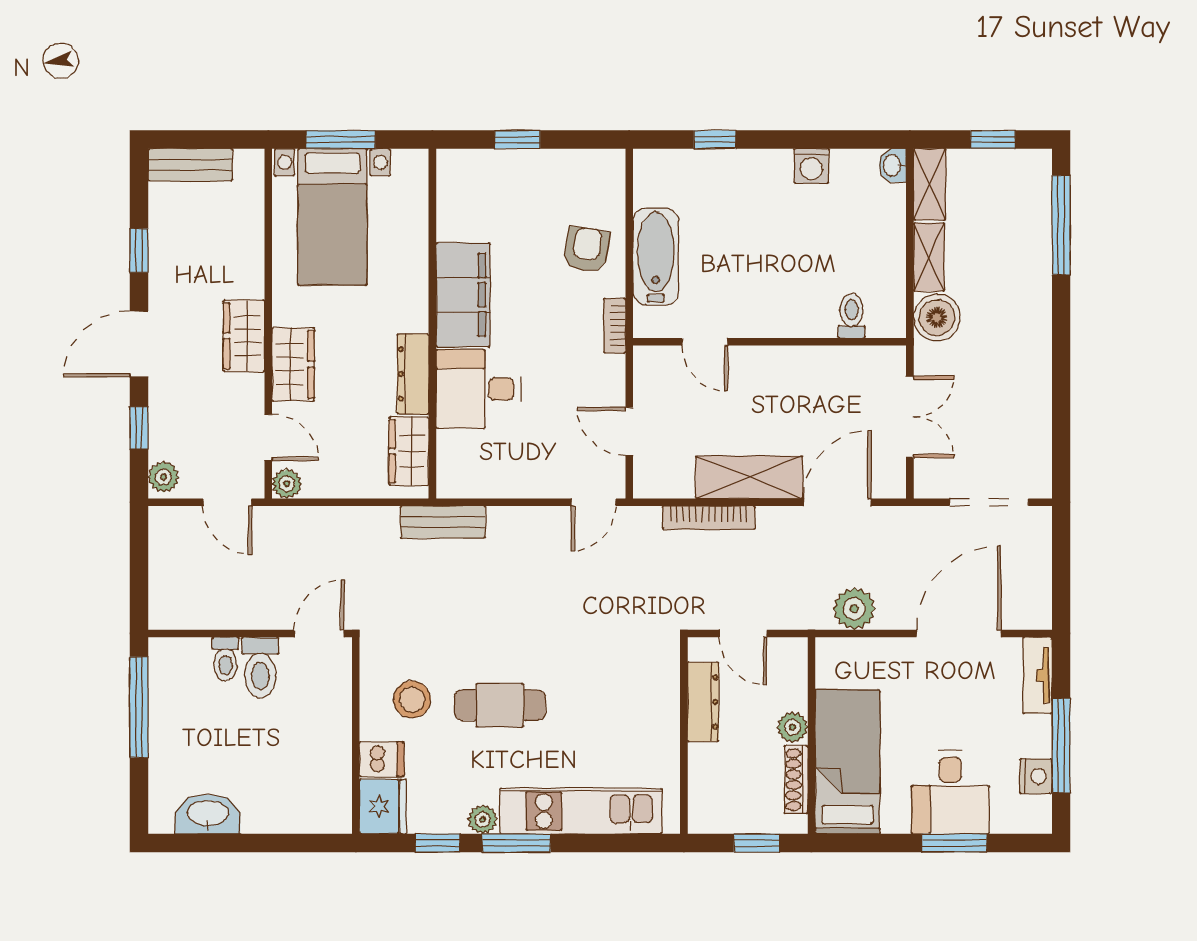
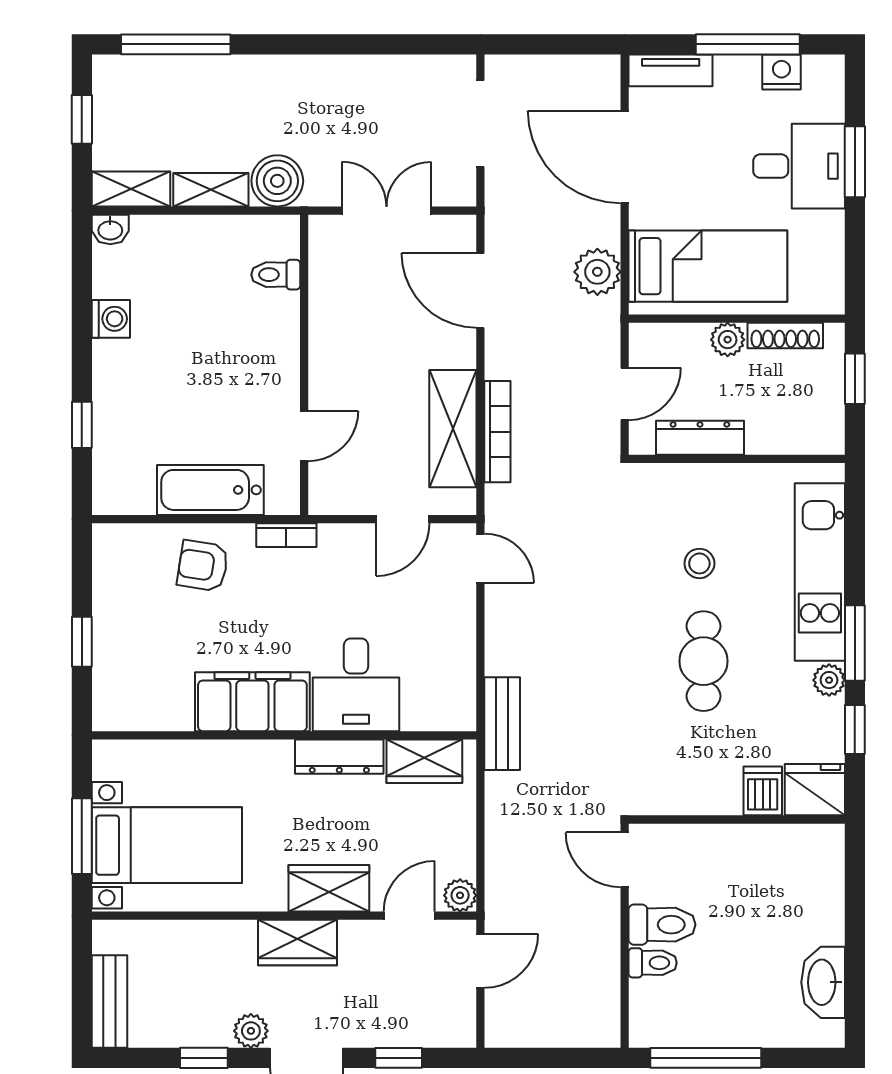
plant: (163, 477) -> (251, 1031), moved
shelving: (749, 477) -> (453, 429), moved
stool: (412, 699) -> (699, 563), moved, width x0.73, depth x0.73
bed: (848, 762) -> (708, 266), moved, turned 180

